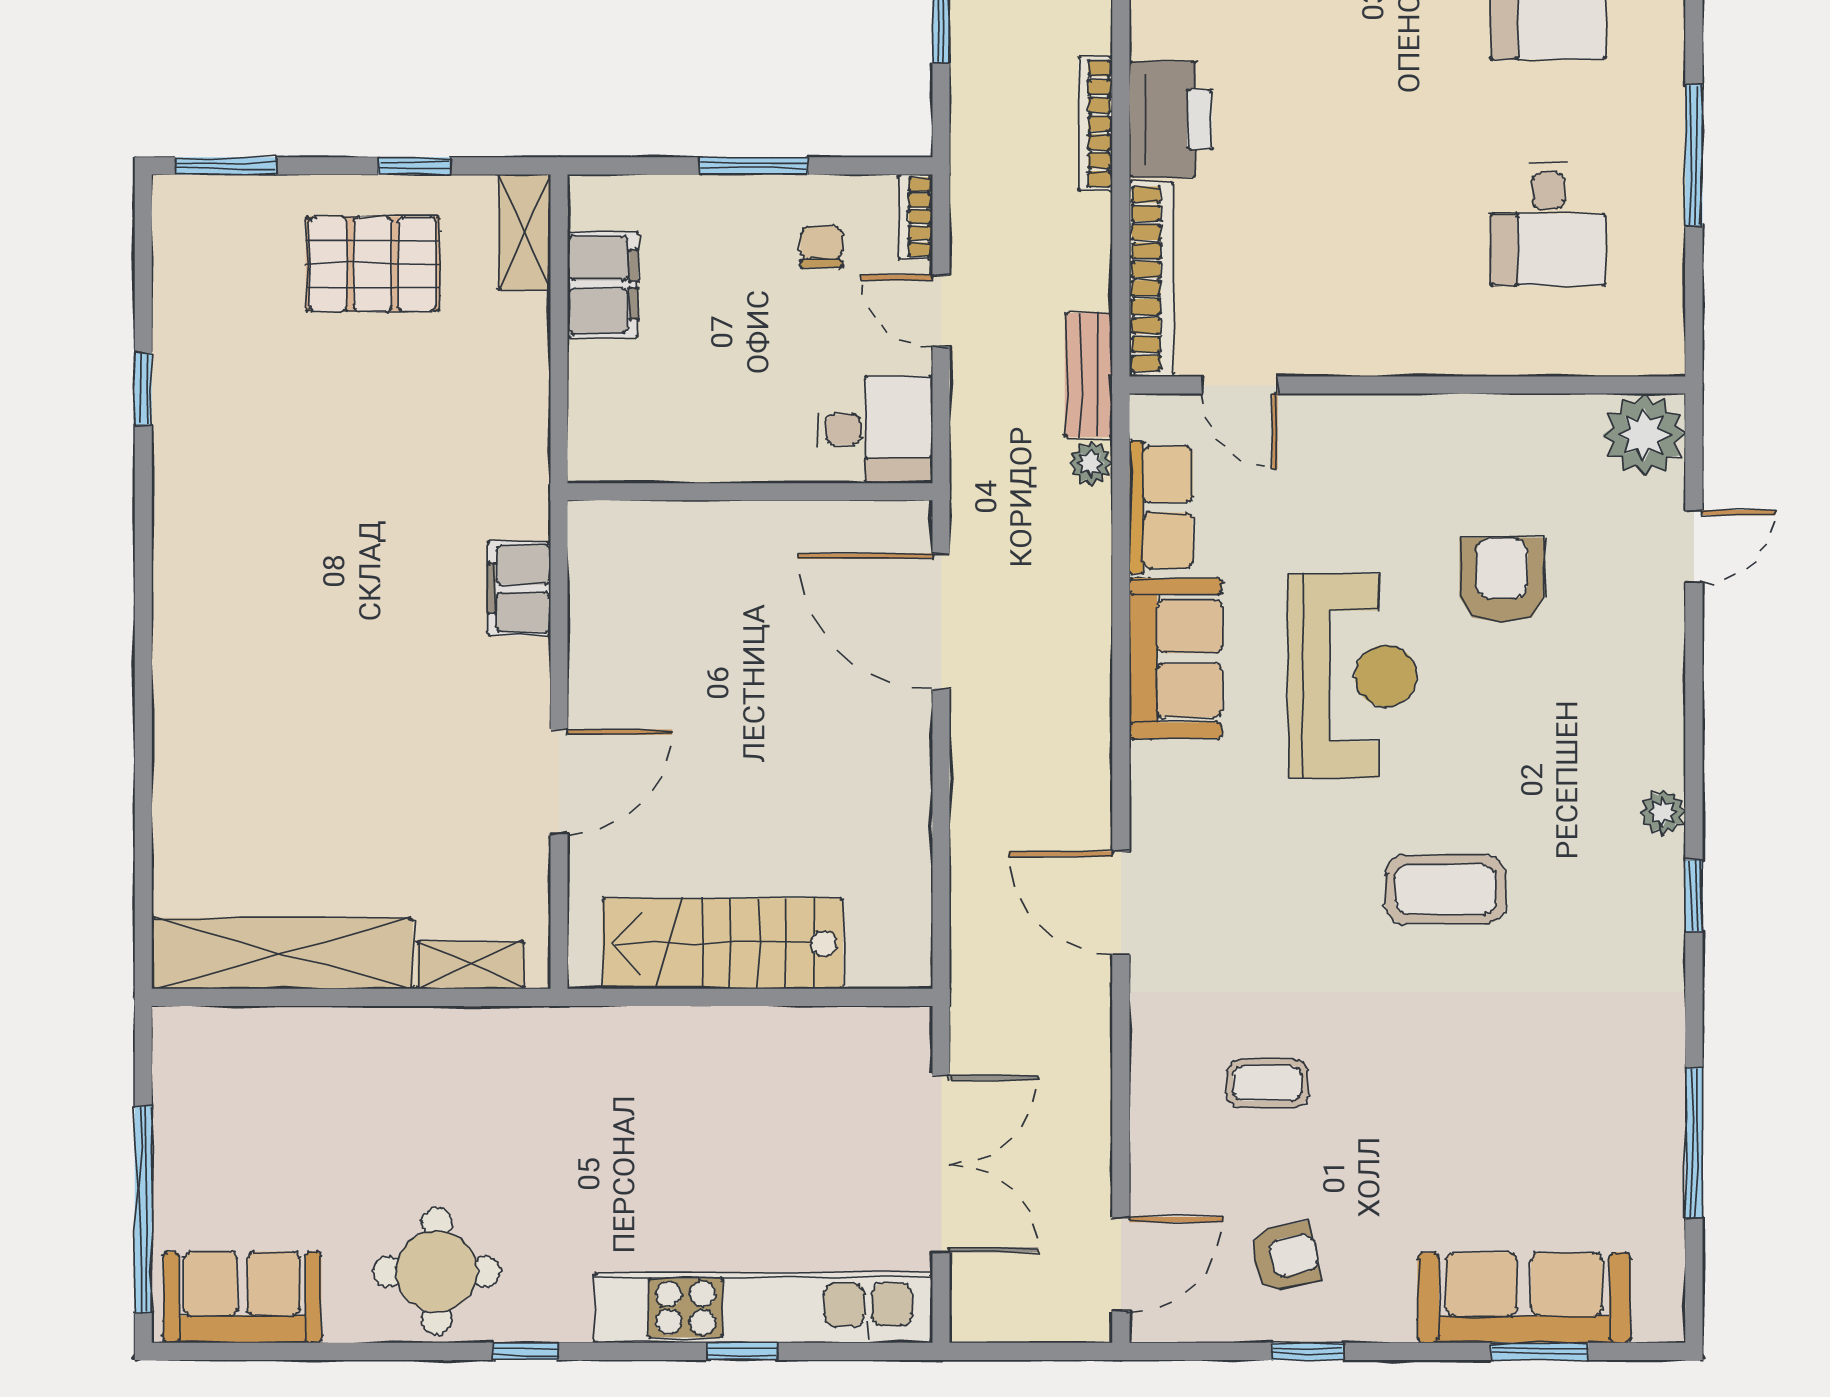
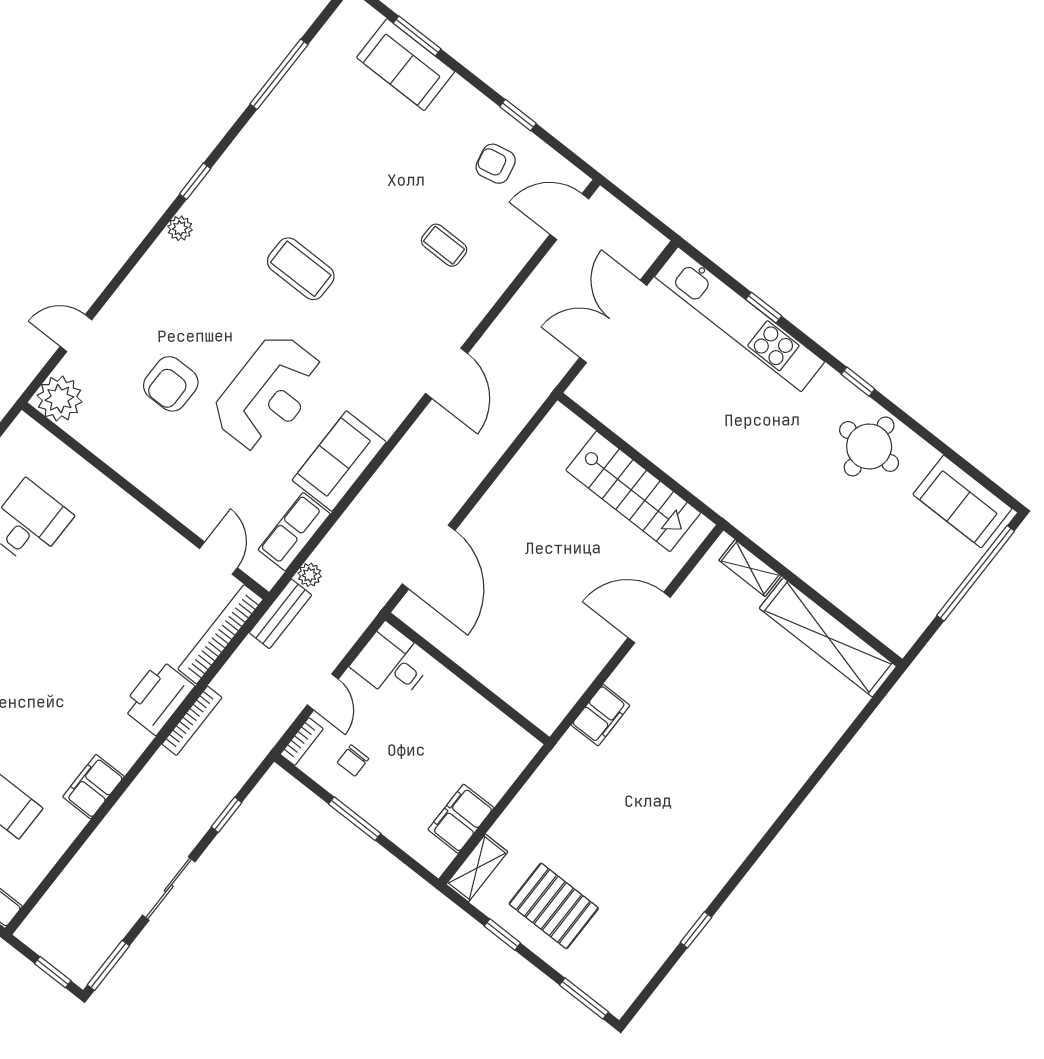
reception desk: (1352, 676) -> (268, 393), turned 180
sofa: (1524, 1298) -> (406, 65), width x0.73

